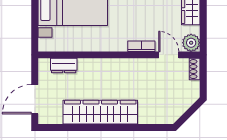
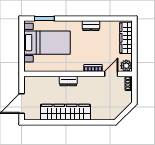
door: (169, 55) -> (111, 74), hinge flipped
dresser: (64, 66) -> (68, 81), moved

